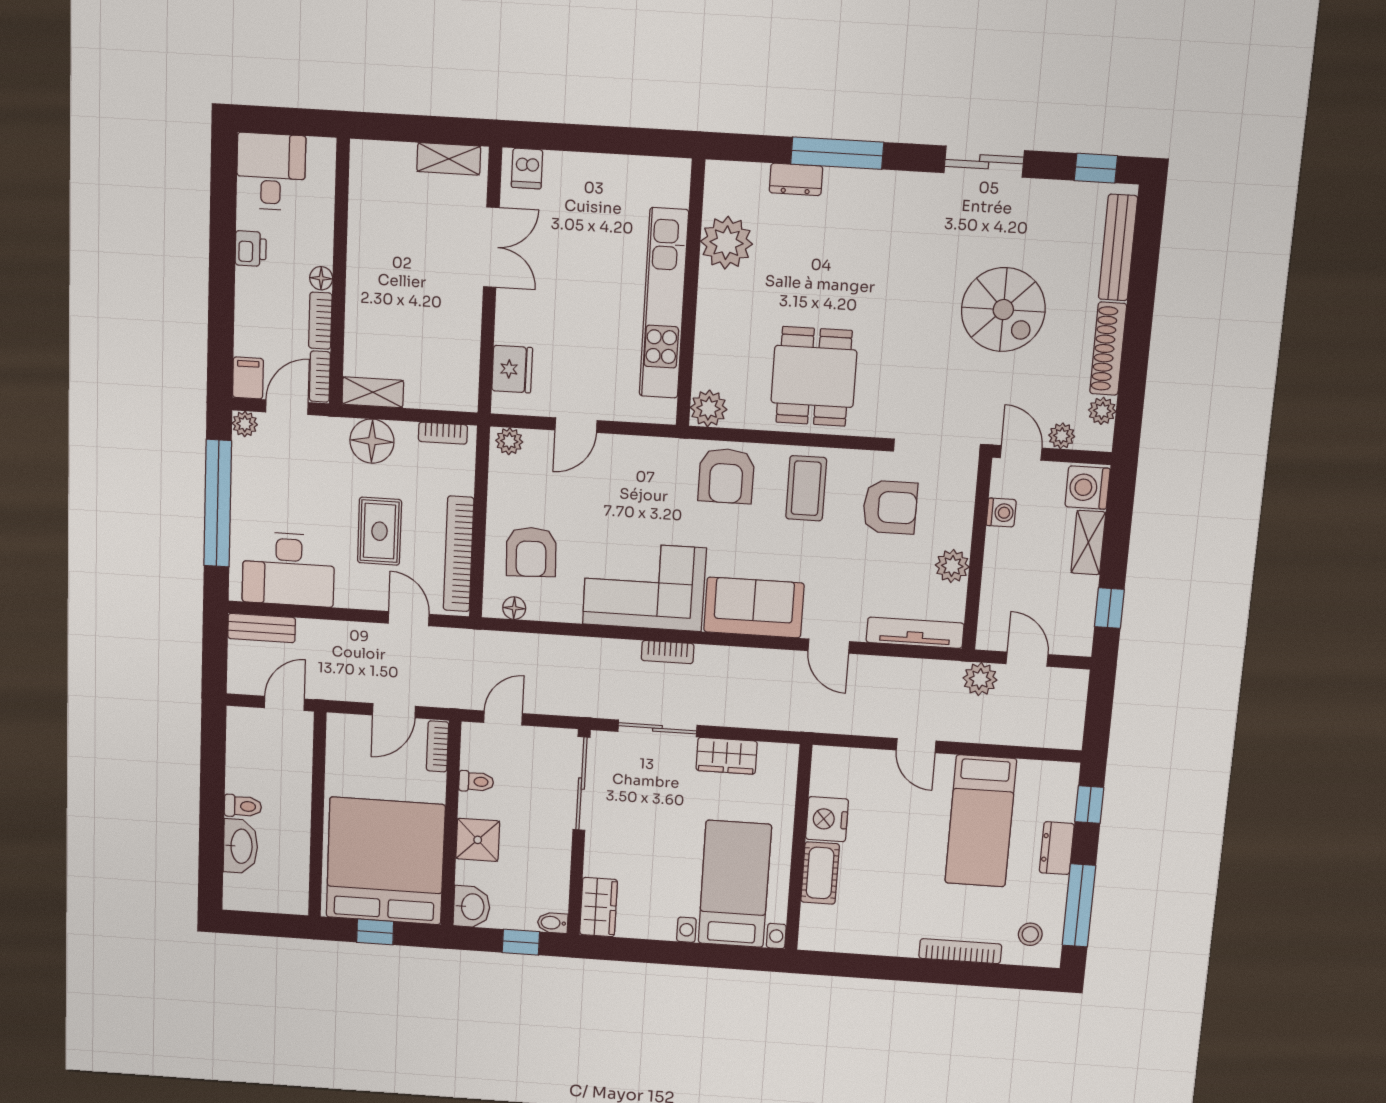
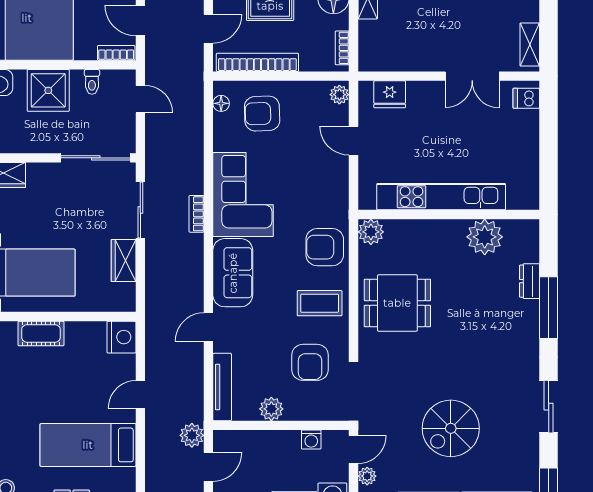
nightstand: (827, 819) -> (122, 337), moved, turned 90
shower: (478, 840) -> (48, 90), width x1.36, depth x1.36

